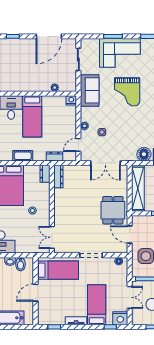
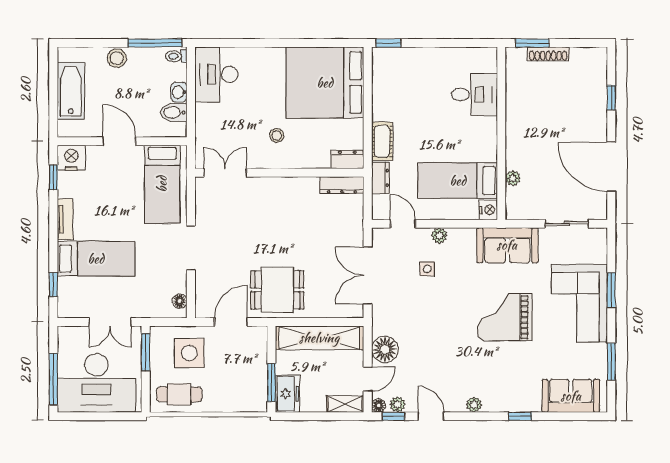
bed: (32, 116) -> (458, 181), moved
cot: (23, 156) -> (382, 141), moved
nightstand: (120, 318) -> (71, 158), moved, turned 90

